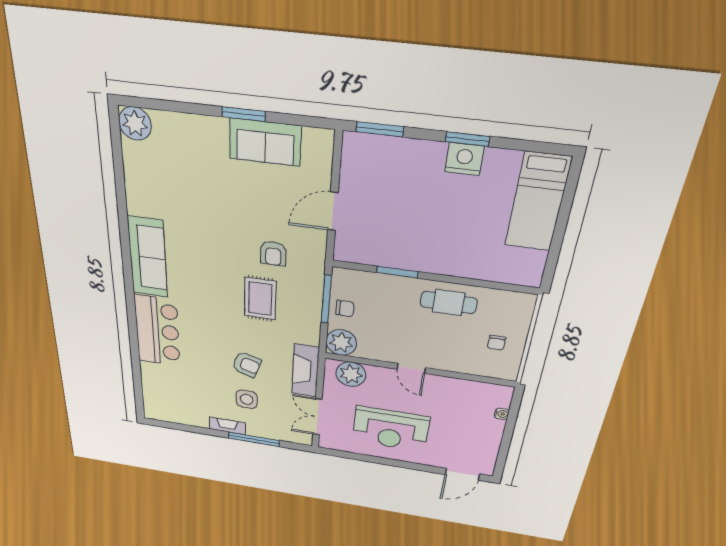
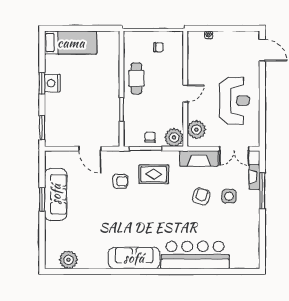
plant: (135, 124) -> (68, 260), moved
sofa: (265, 142) -> (56, 194), width x1.36
rug: (260, 299) -> (154, 174), moved
bar counter: (157, 331) -> (195, 255), width x1.36
fireplace: (227, 426) -> (254, 177), moved

